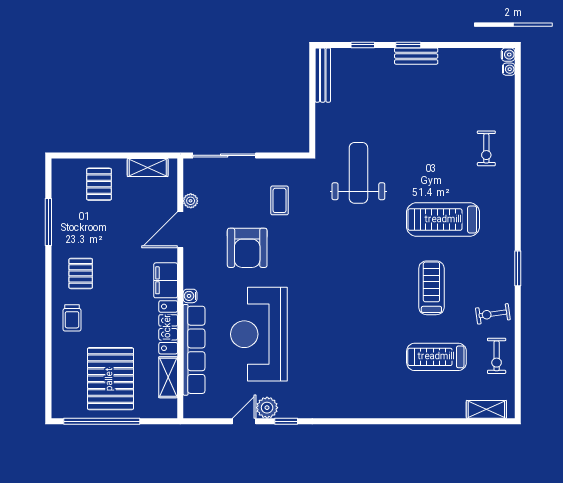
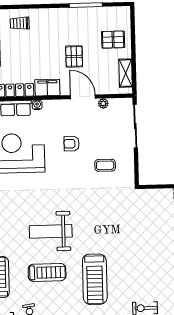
weight bench: (358, 173) -> (51, 231), moved, turned 180
treadmill: (443, 220) -> (95, 279), turned 180
armchair: (247, 248) -> (72, 144), width x0.53, depth x0.53
pallet: (81, 273) -> (74, 56), moved, turned 90

